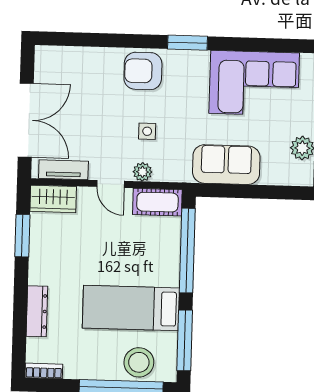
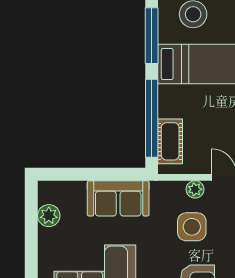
side table: (147, 131) -> (192, 227), width x1.87, depth x1.87
cot: (157, 202) -> (170, 141), moved, turned 90

